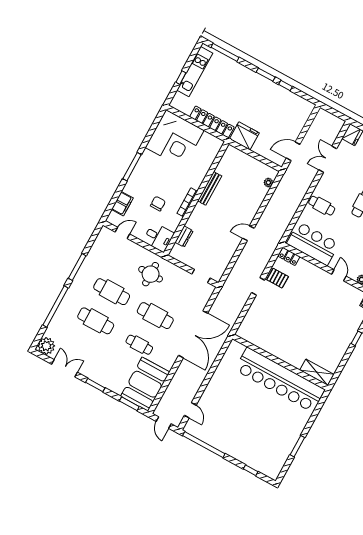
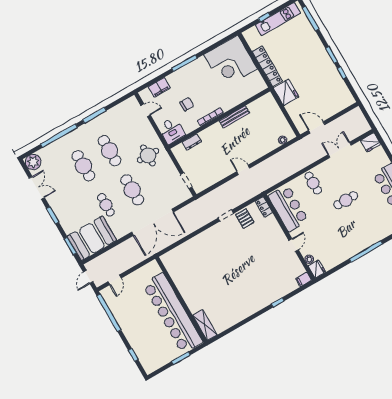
wall: (280, 362) -> (181, 300), moved
shelving: (317, 372) -> (205, 325), moved
bar counter: (280, 380) -> (173, 313), moved

